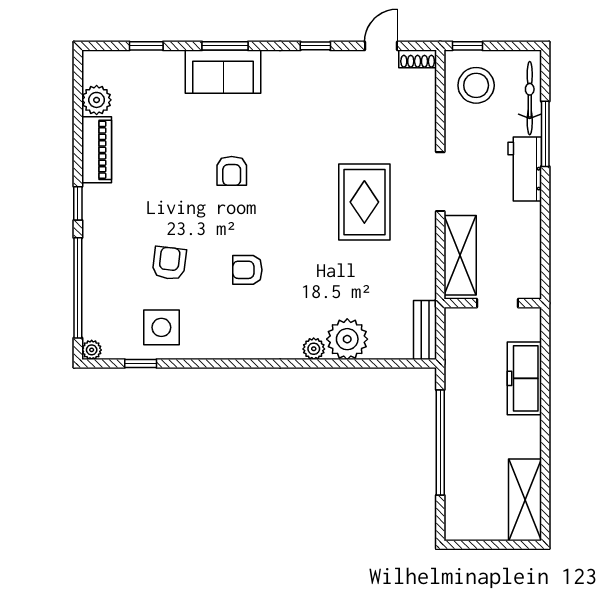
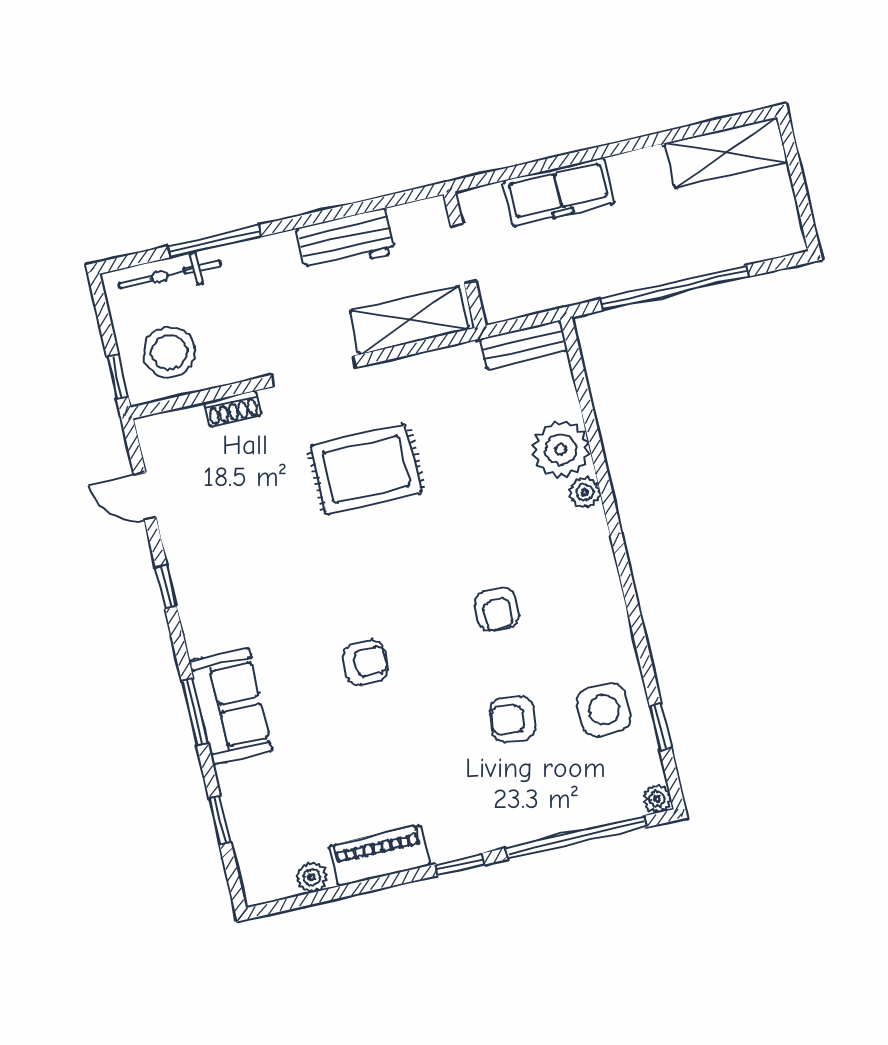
shoe rack: (418, 59) -> (233, 409), moved, turned 90
plant: (97, 100) -> (312, 877), width x0.73, depth x0.73
workbench: (525, 169) -> (346, 241), moved

